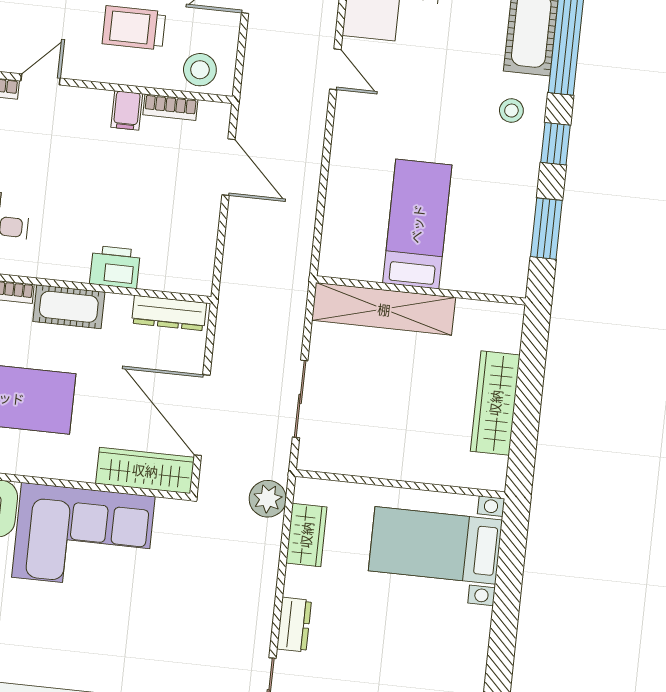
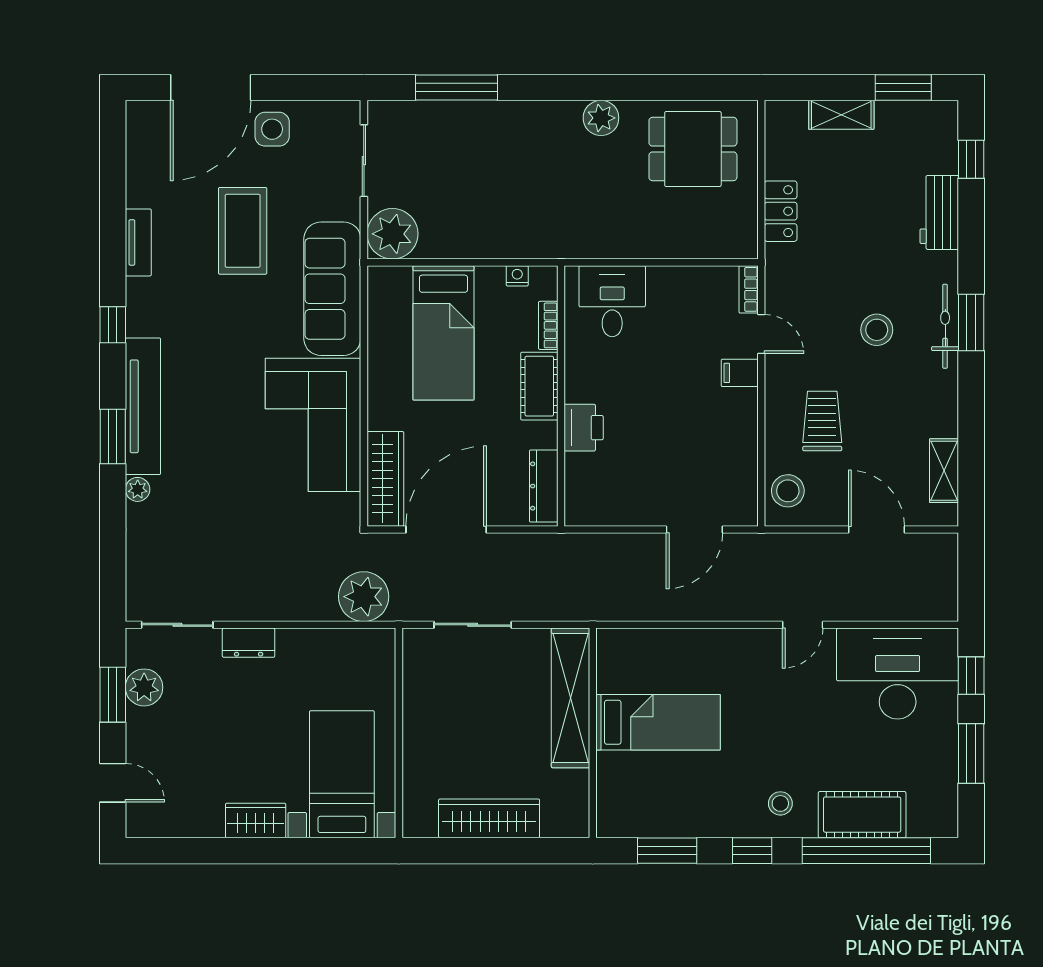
bookcase: (170, 107) -> (748, 466), removed
filing cabinet: (127, 110) -> (740, 373), moved
plant: (268, 499) -> (364, 597), width x1.36, depth x1.36
wardrobe: (306, 535) -> (256, 820), moved, turned 180

